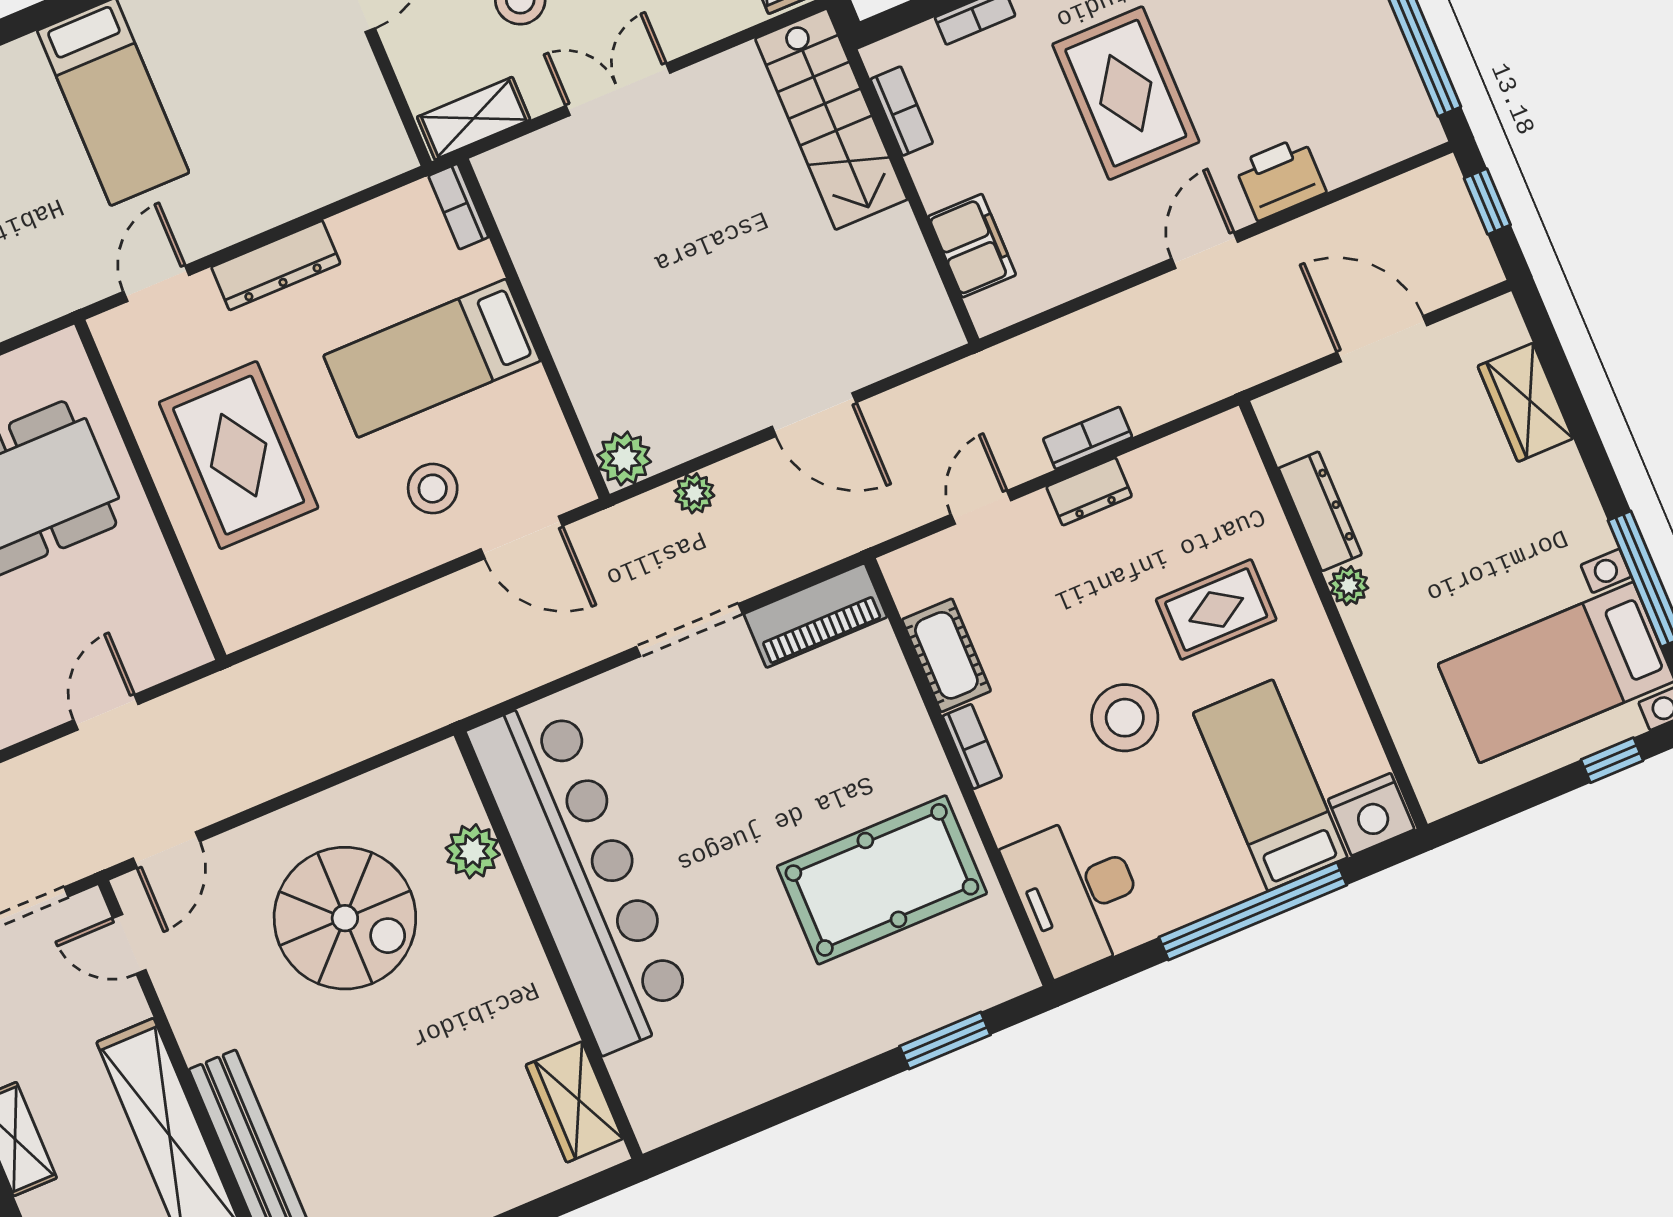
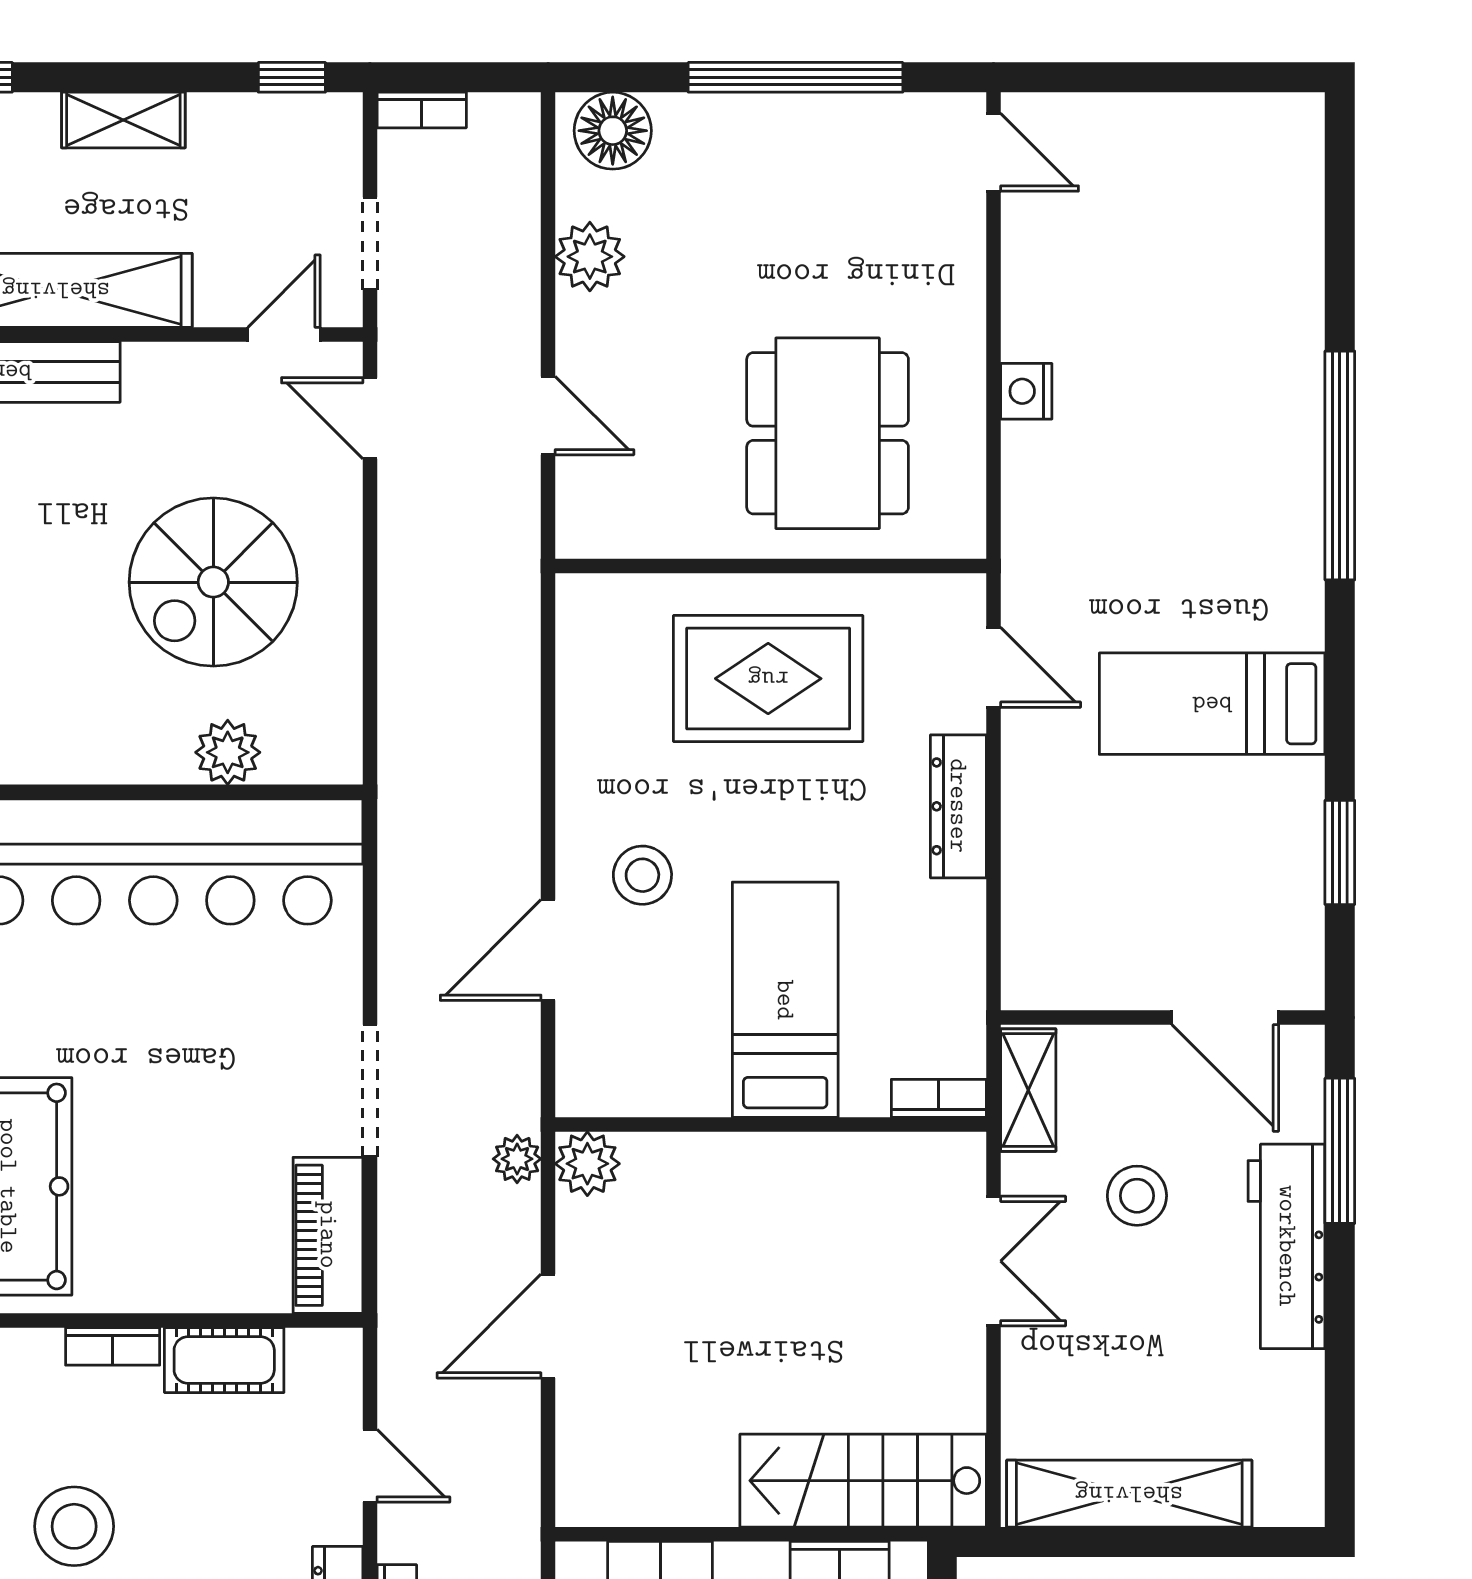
bookcase: (458, 206) -> (939, 1098), moved
wall: (534, 329) -> (771, 1124), moved
bed: (432, 358) -> (785, 1000), moved
plant: (624, 458) -> (587, 1164), moved

